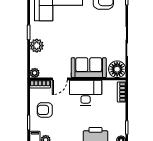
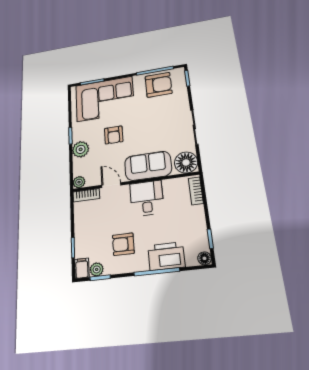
armchair: (64, 38) -> (114, 135), added
door: (60, 79) -> (111, 185), swing flipped
desk: (86, 93) -> (147, 198), width x0.73
armchair: (45, 110) -> (123, 244), moved

